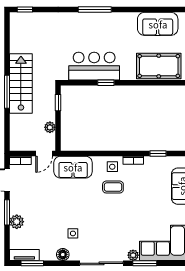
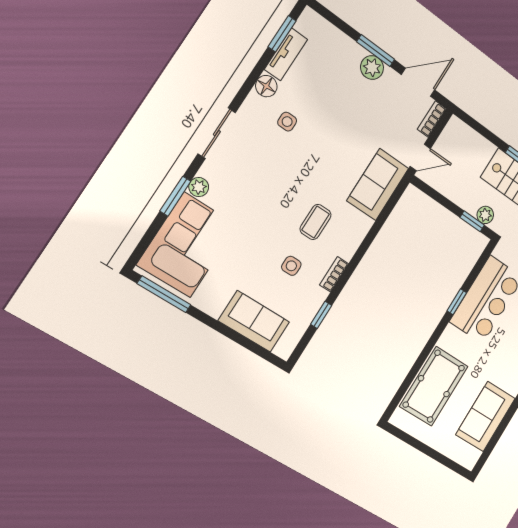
plant: (50, 127) -> (485, 215), moved
door: (44, 153) -> (420, 157), swing flipped
side table: (112, 167) -> (291, 266), moved
plant: (17, 222) -> (372, 68), moved
tv unit: (24, 255) -> (286, 54), moved
sliding door: (102, 263) -> (217, 133), width x0.73

